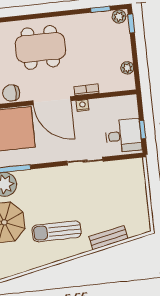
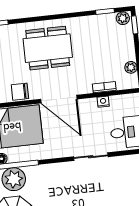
bookcase: (86, 90) -> (104, 87), moved
nightstand: (82, 105) -> (103, 102), moved

